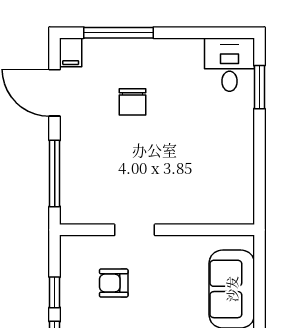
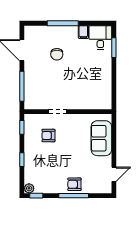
window: (119, 33) -> (63, 23), moved
filing cabinet: (71, 52) -> (83, 32), moved
window: (55, 292) -> (22, 127), moved

